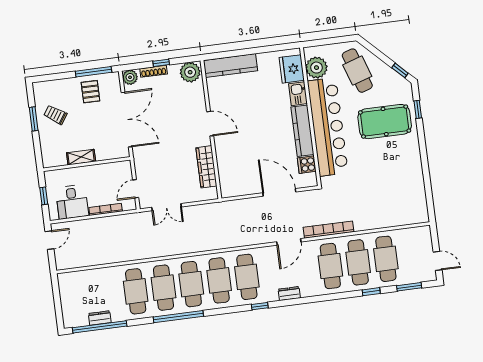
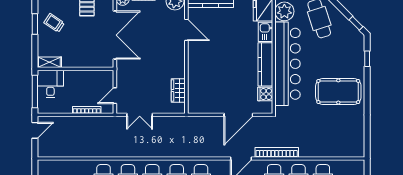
pool table: (385, 122) -> (338, 91), moved
door: (210, 124) -> (186, 30), moved
shelving: (81, 157) -> (49, 62), moved
wardrobe: (206, 167) -> (178, 91), width x0.67
door: (279, 192) -> (238, 115), swing flipped
window: (44, 196) -> (35, 92), width x2.17
desk: (72, 202) -> (50, 84), moved, turned 180

